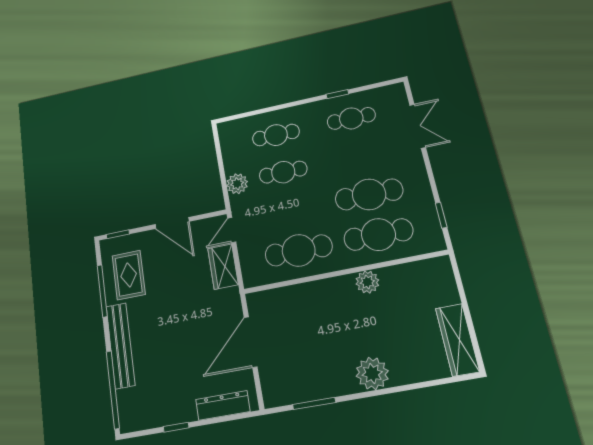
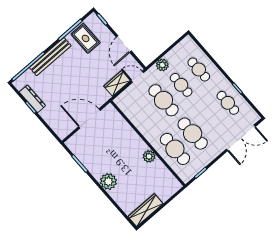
double door: (418, 126) -> (241, 138), width x1.37
cafe table: (299, 250) -> (163, 100), moved
rug: (129, 275) -> (86, 38), turned 90
dresser: (223, 405) -> (32, 99), moved

